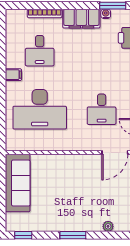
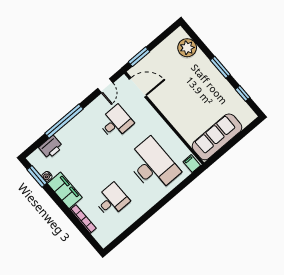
filing cabinet: (13, 75) -> (192, 164), moved
plant: (108, 226) -> (187, 48), width x1.88, depth x1.88
window: (23, 235) -> (243, 93), moved

